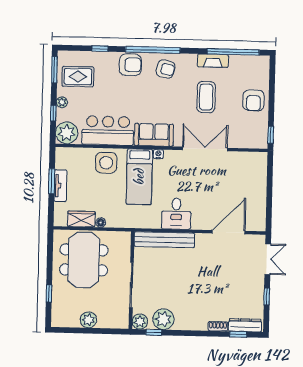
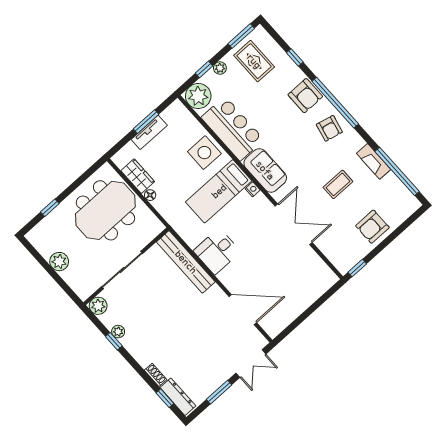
coffee table: (206, 97) -> (338, 184), width x0.73, depth x0.77
window: (267, 296) -> (219, 392), width x1.50
plant: (163, 319) -> (118, 332), width x0.53, depth x0.53
window: (154, 332) -> (114, 341), moved

